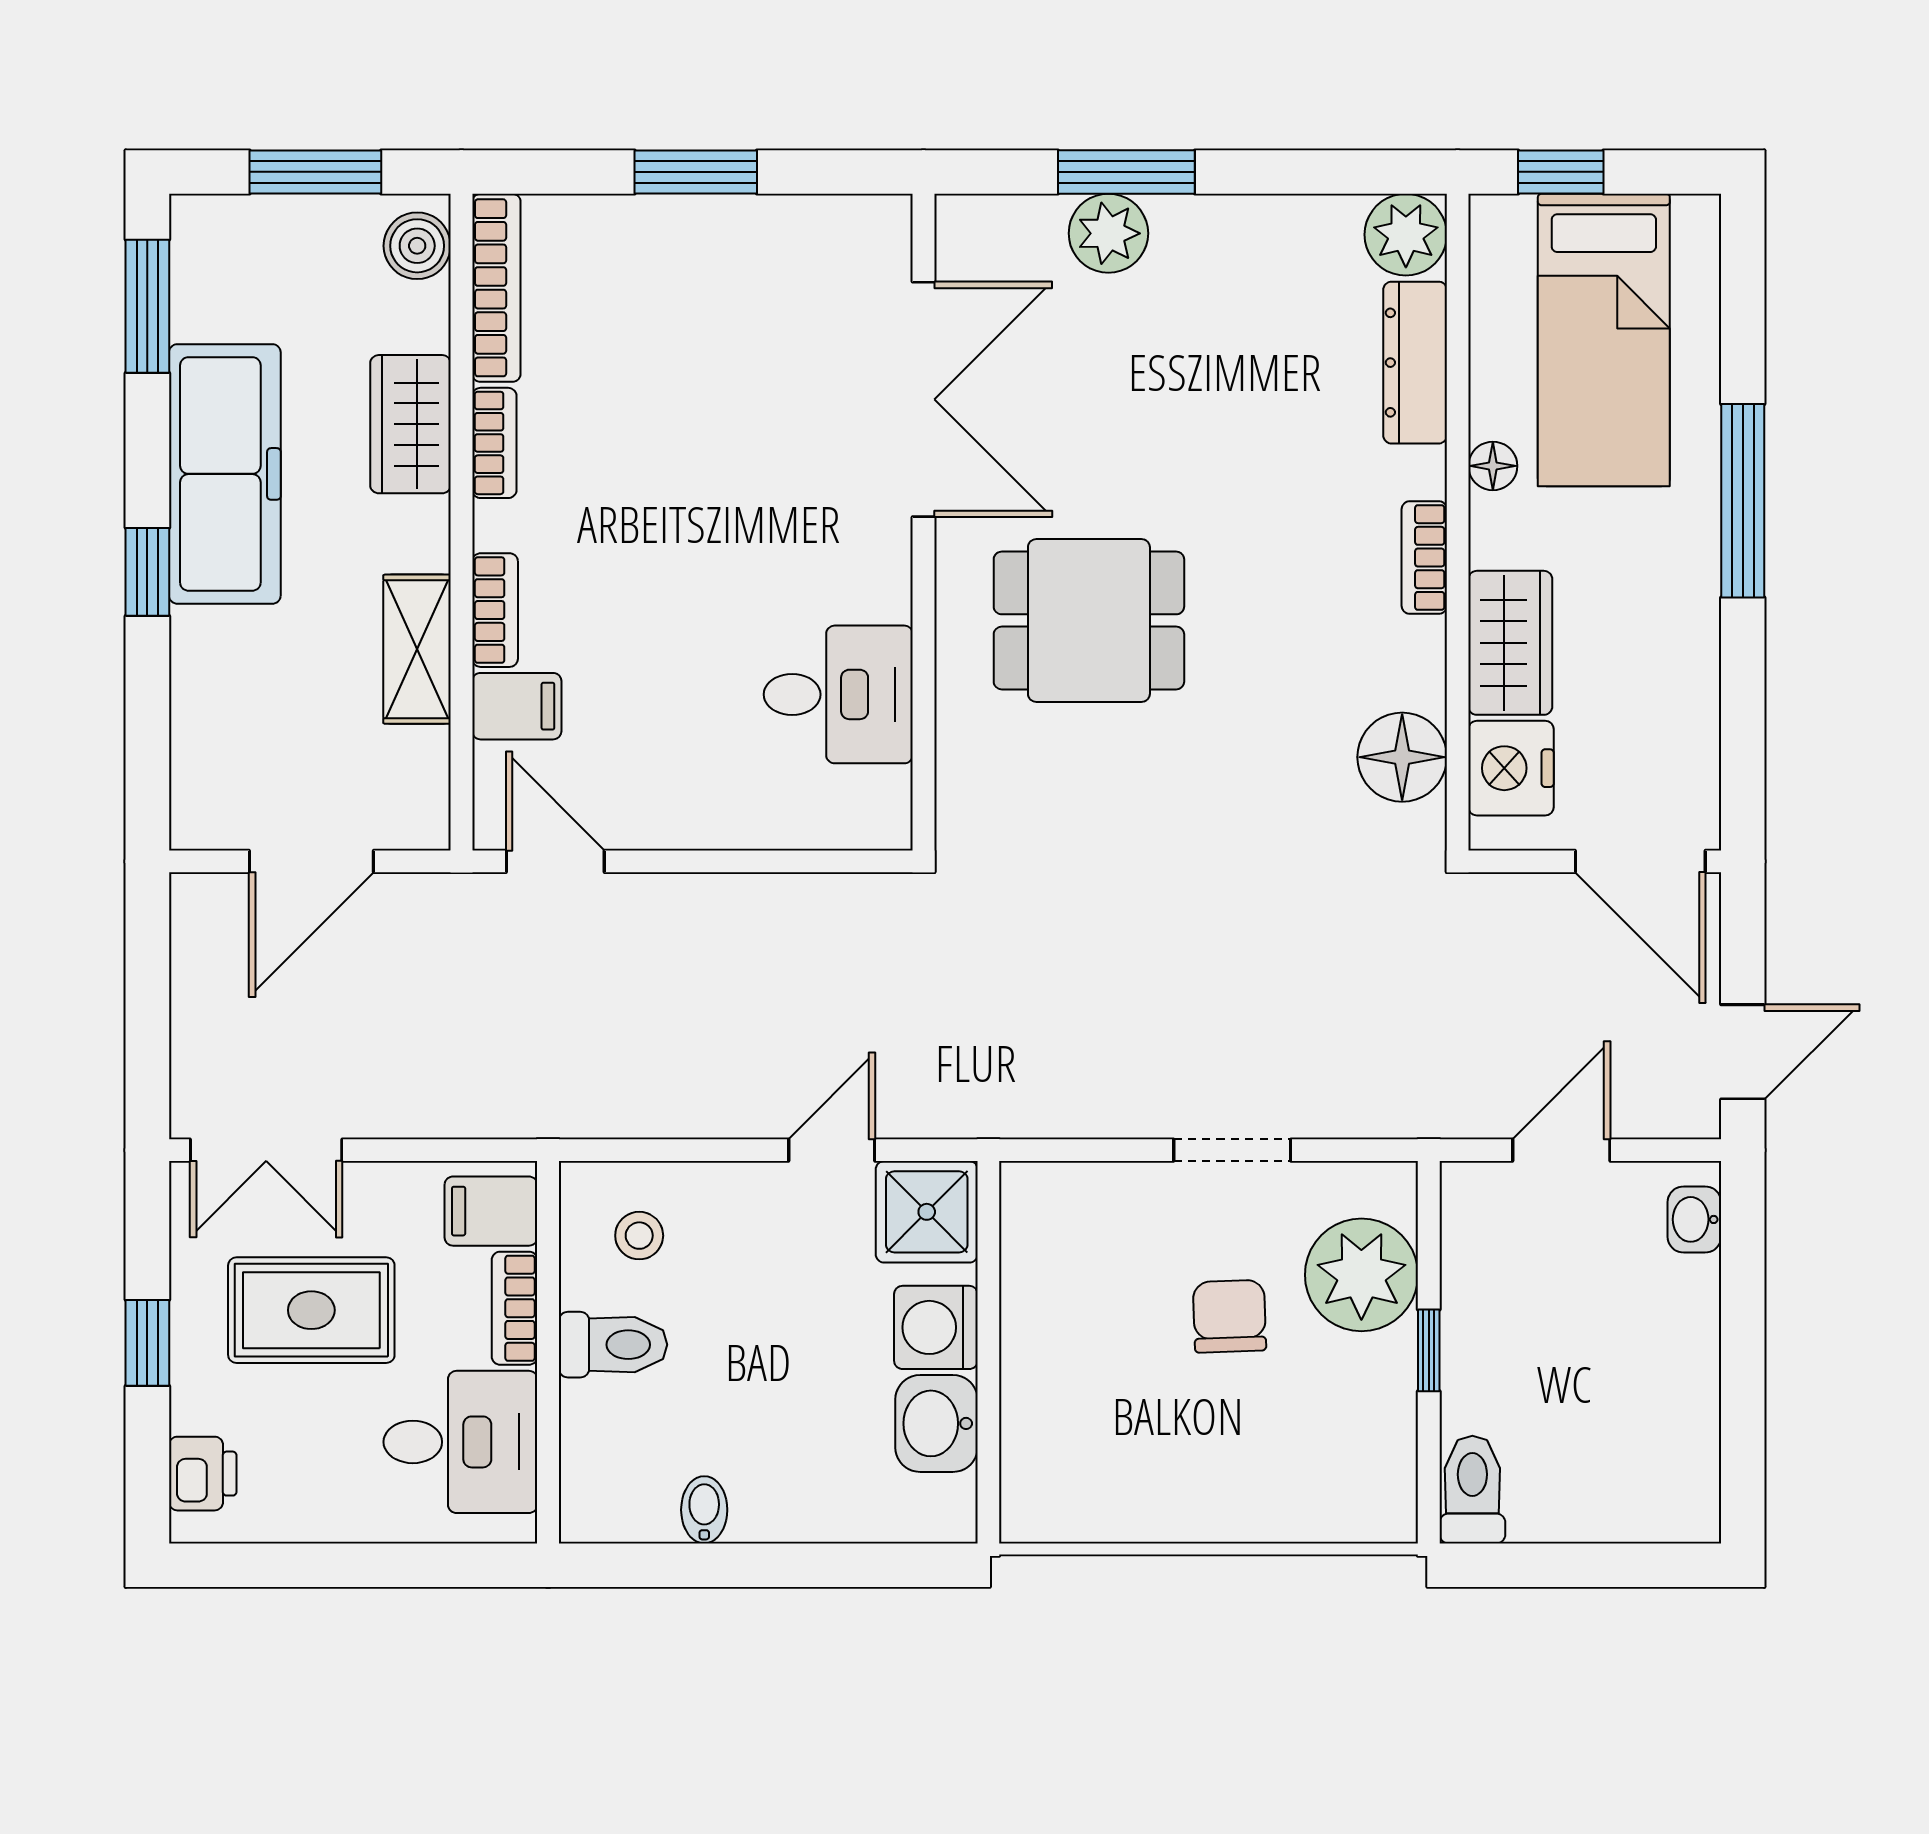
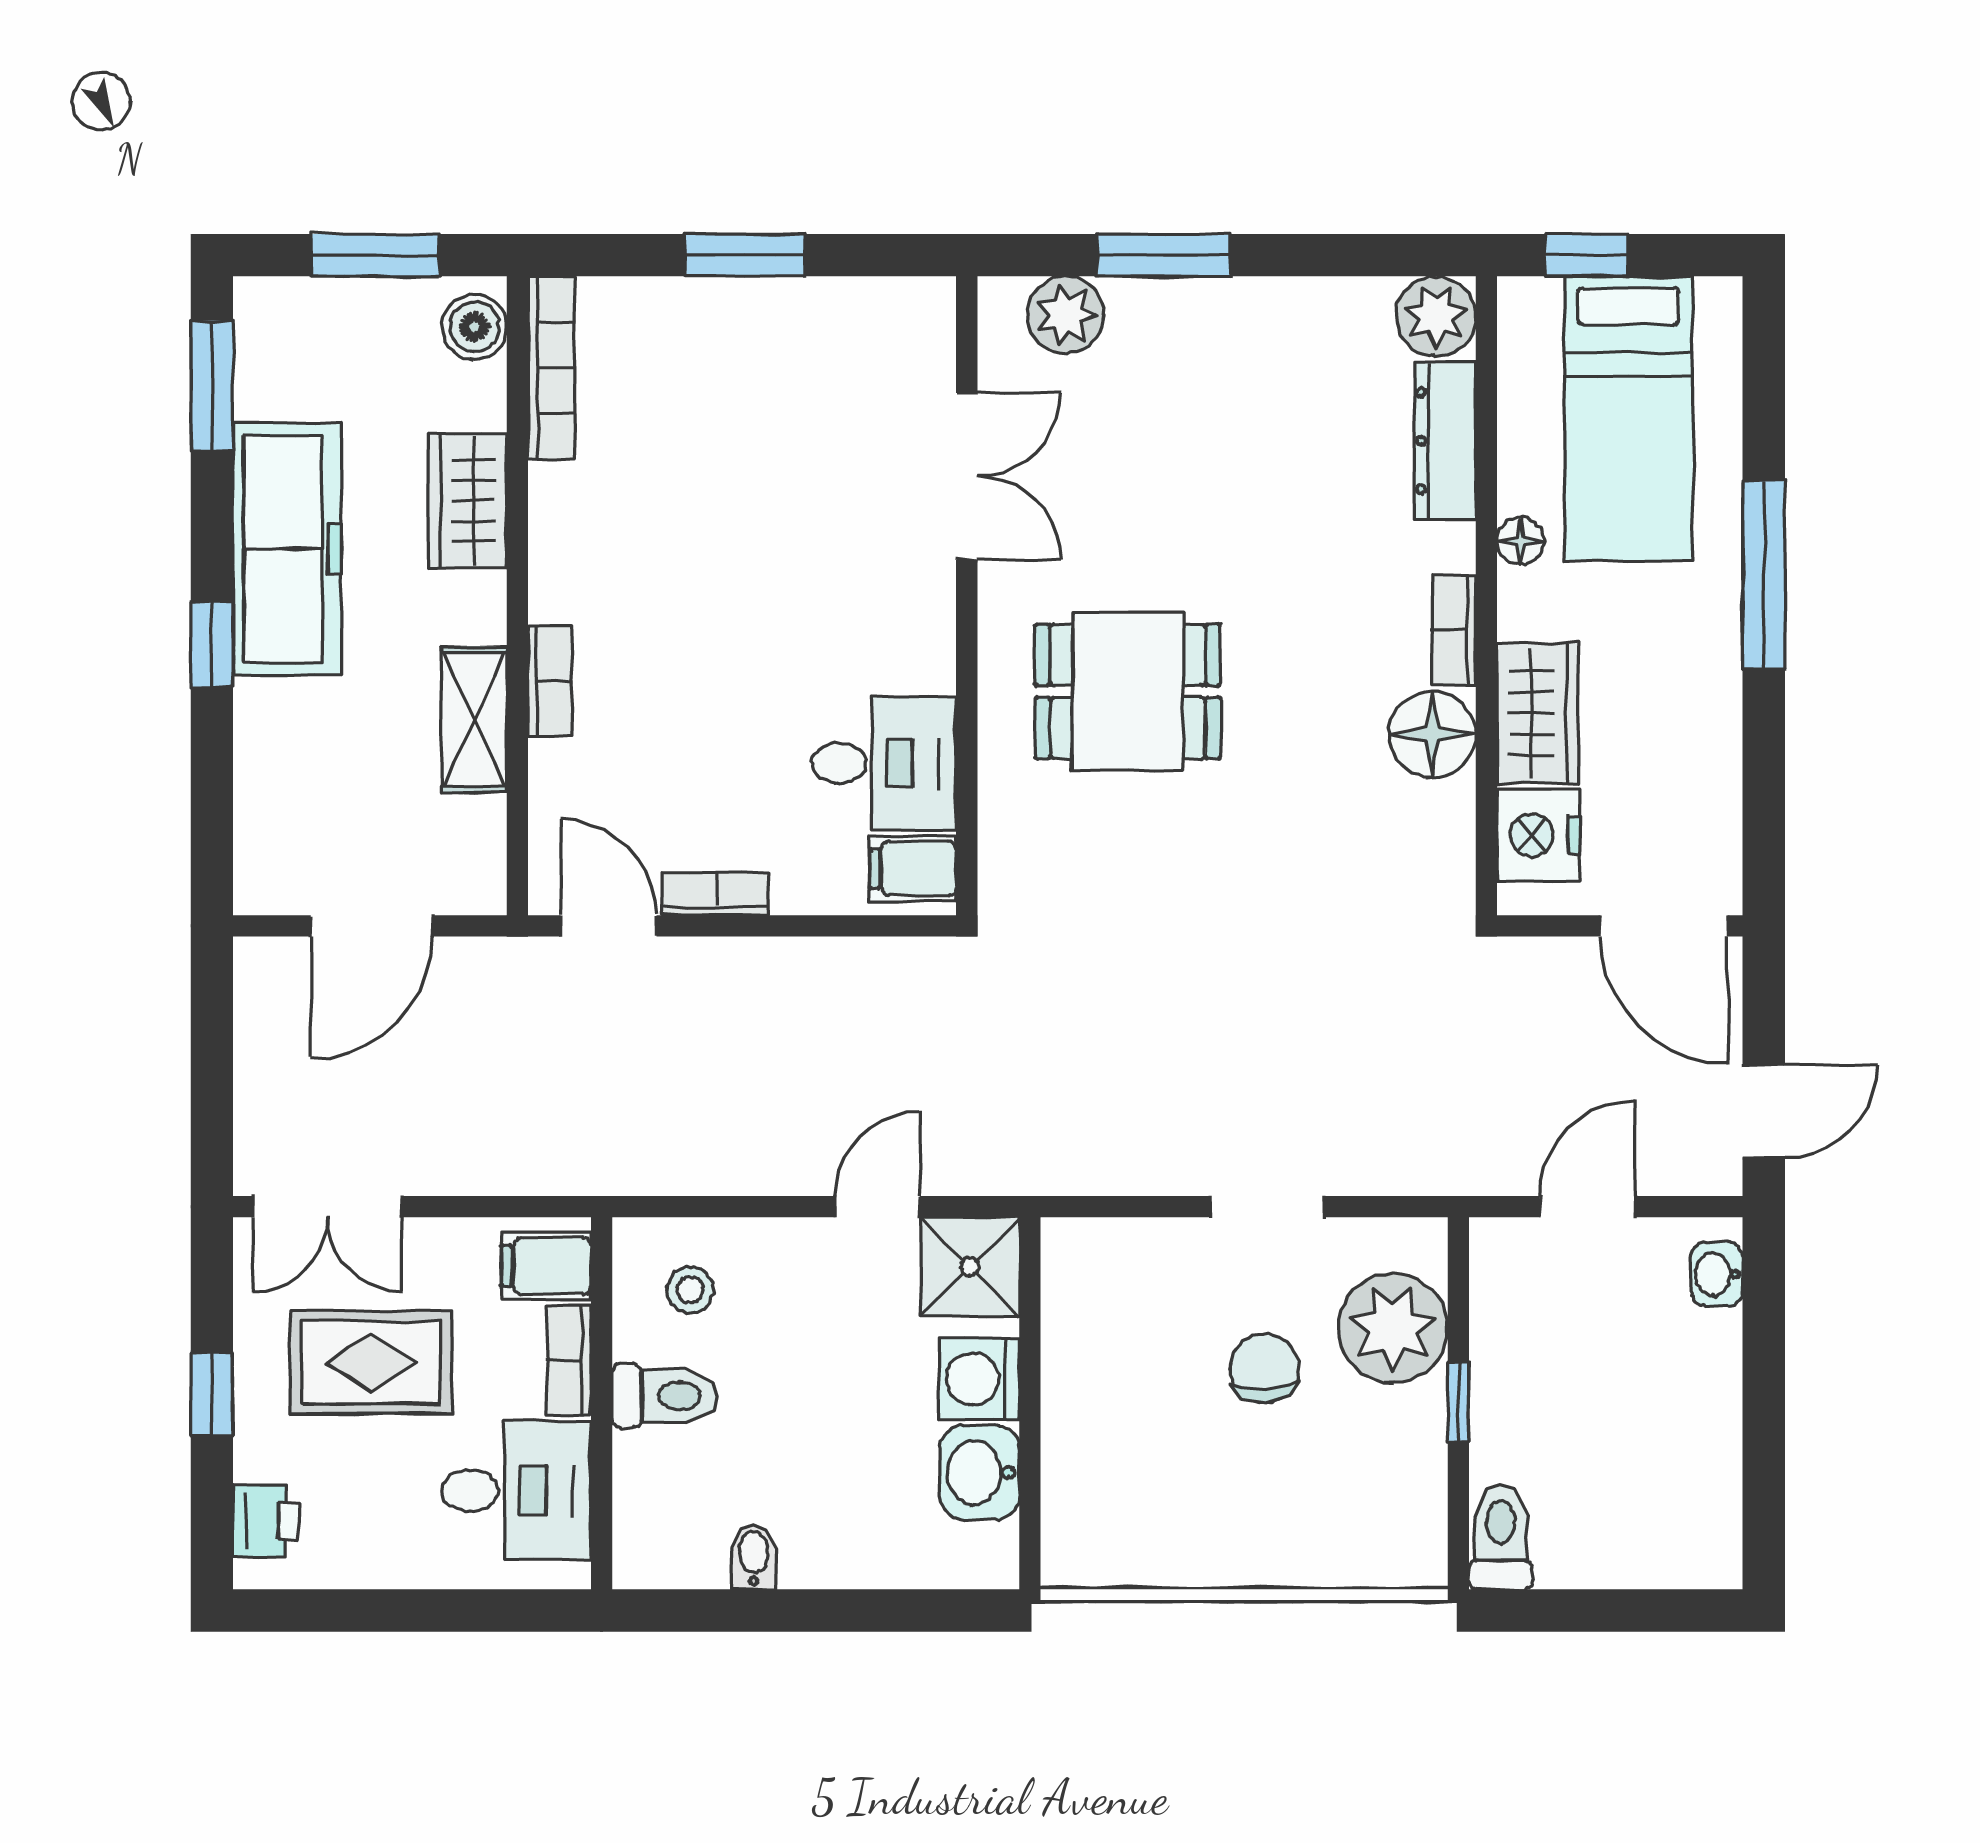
plant: (1108, 233) -> (1066, 315), moved
double door: (923, 399) -> (967, 476), width x0.73
bookcase: (494, 443) -> (716, 894), moved, turned -90
filing cabinet: (517, 706) -> (913, 869), moved, turned 180
floor lamp: (1402, 757) -> (1432, 734), moved

